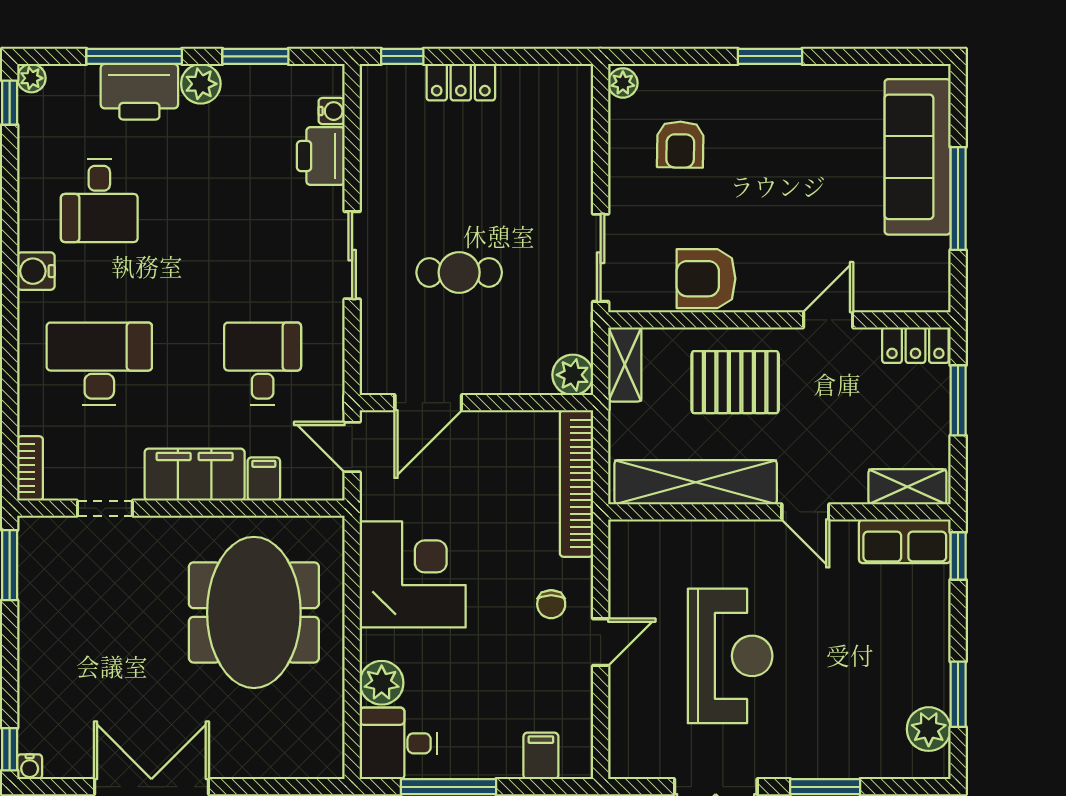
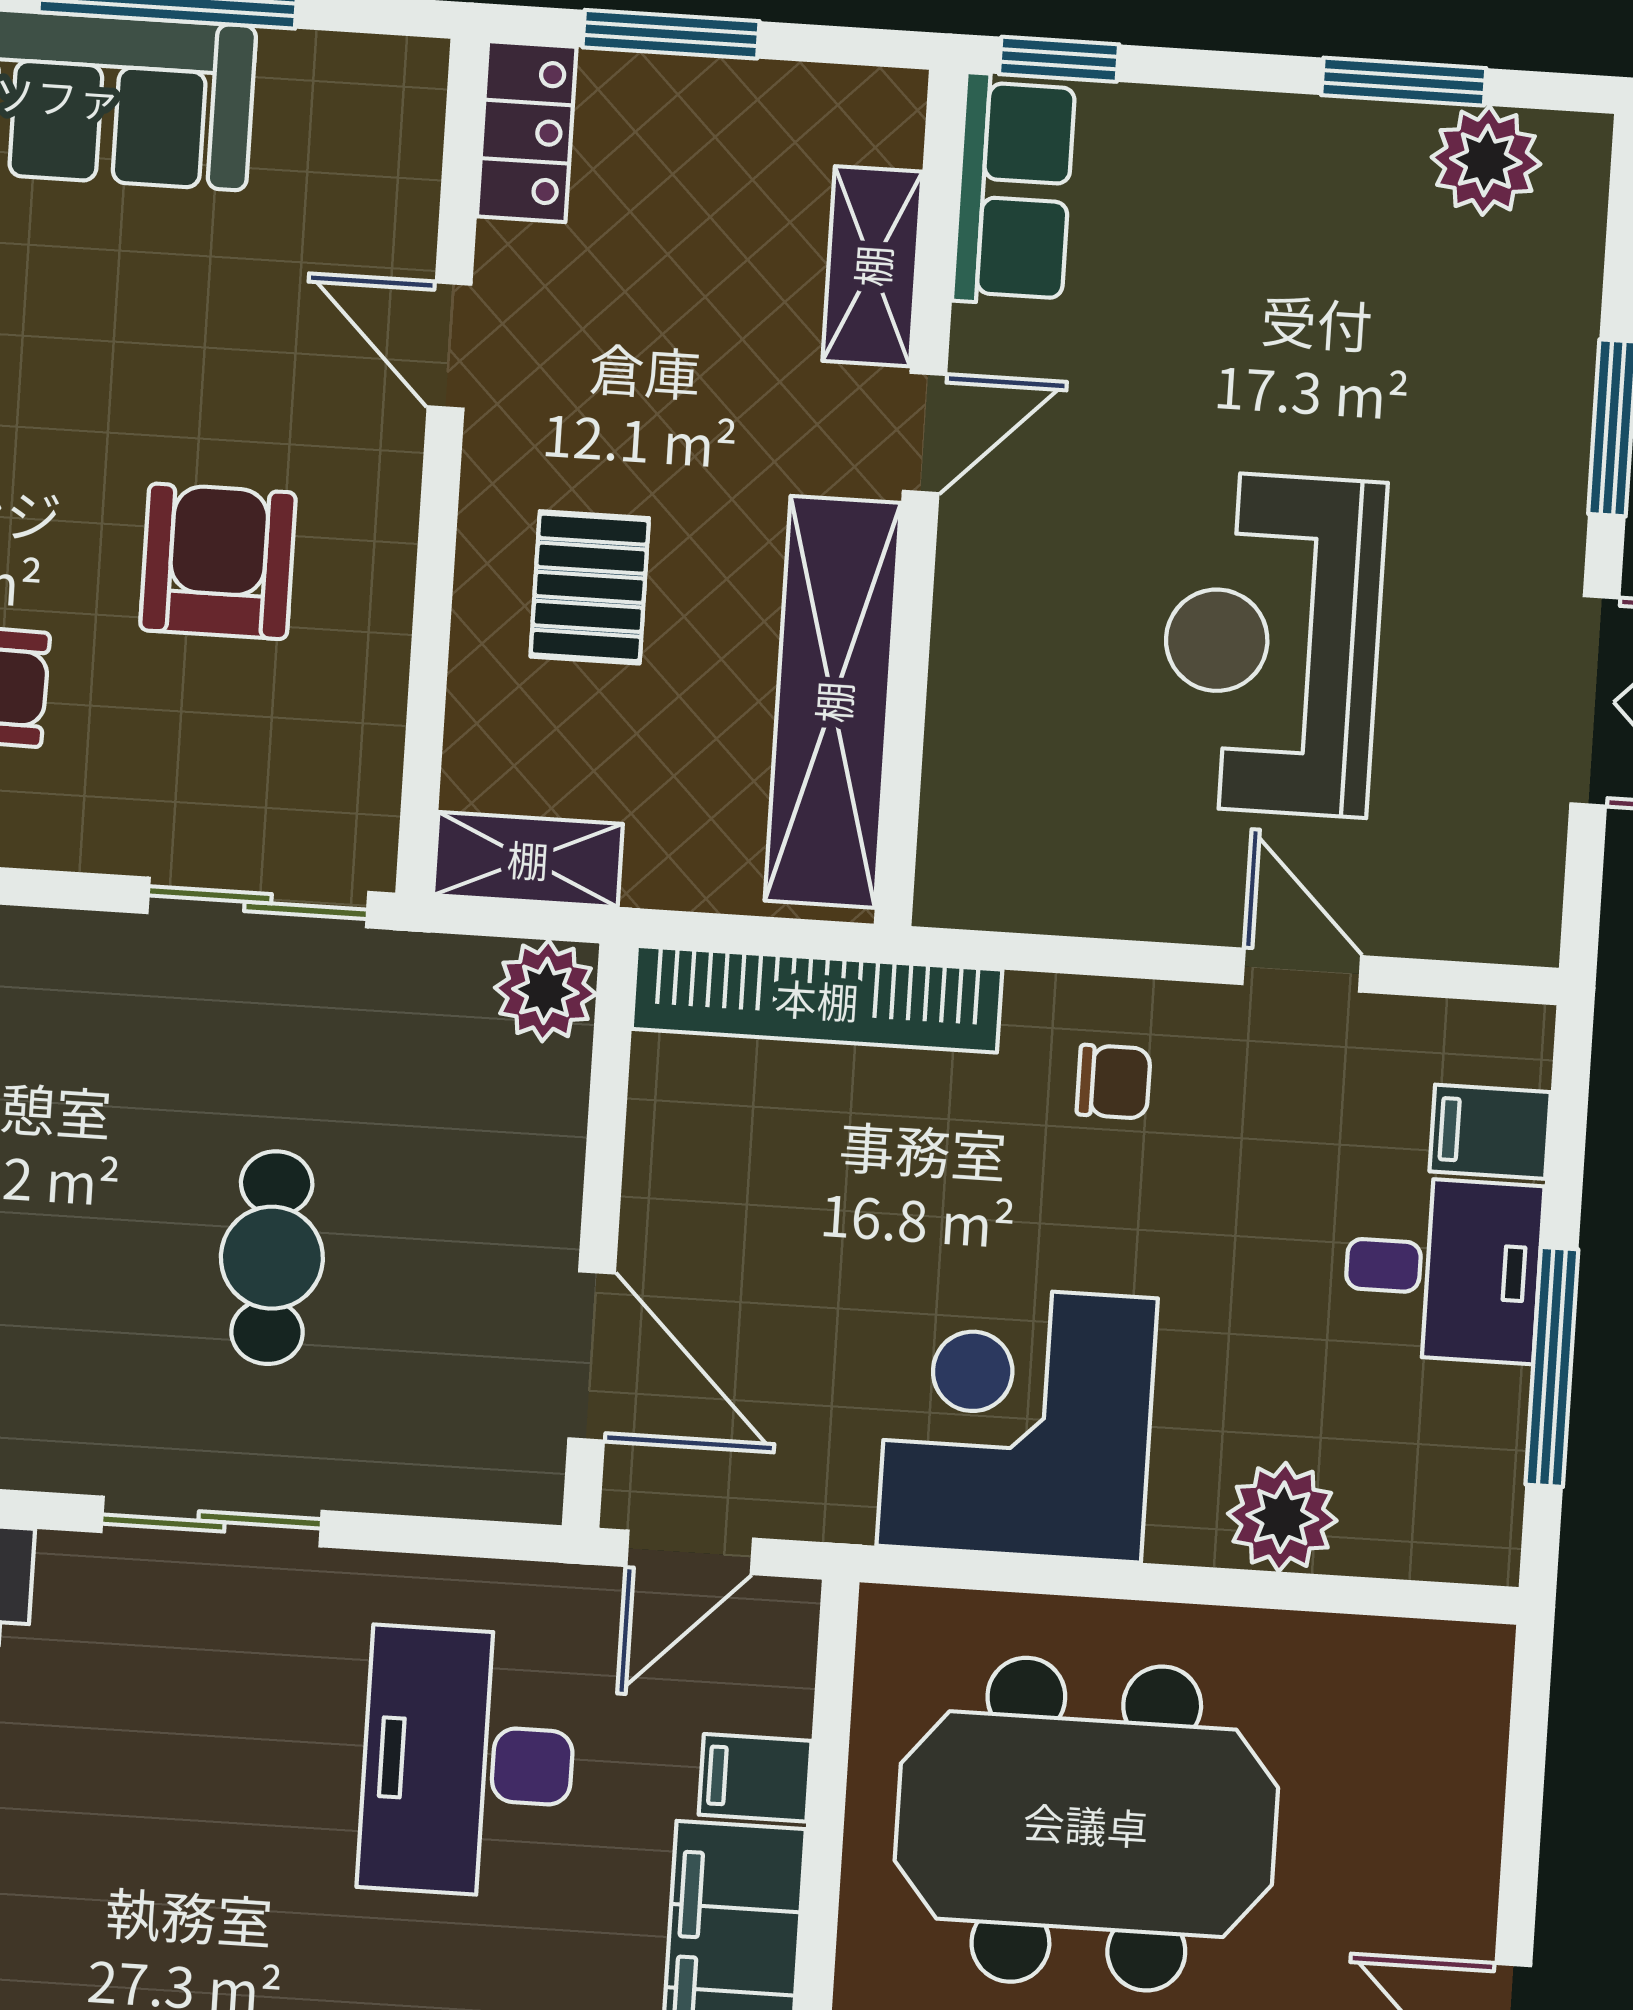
armchair: (706, 279) -> (218, 561), moved, turned 180
desk: (263, 364) -> (468, 1762), width x1.37
pallet: (735, 382) -> (590, 587), width x0.67, depth x0.71
shelving: (907, 487) -> (872, 266), moved
door: (601, 642) -> (1302, 970), moved
reception desk: (730, 656) -> (1272, 644), turned -90
desk: (398, 743) -> (1443, 1269), moved, turned -90

